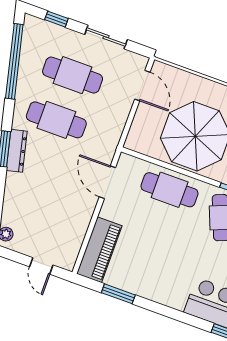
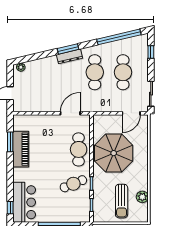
sliding door: (106, 37) -> (151, 94), moved
piano: (99, 250) -> (21, 149), moved, turned -90

